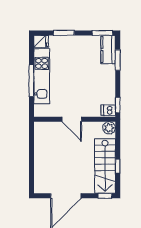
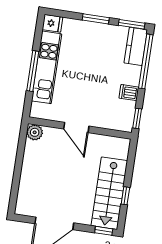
window: (64, 33) -> (96, 19), moved
window: (118, 60) -> (146, 61), width x2.11
dishwasher: (108, 110) -> (129, 93), moved
plant: (109, 128) -> (35, 132), moved

